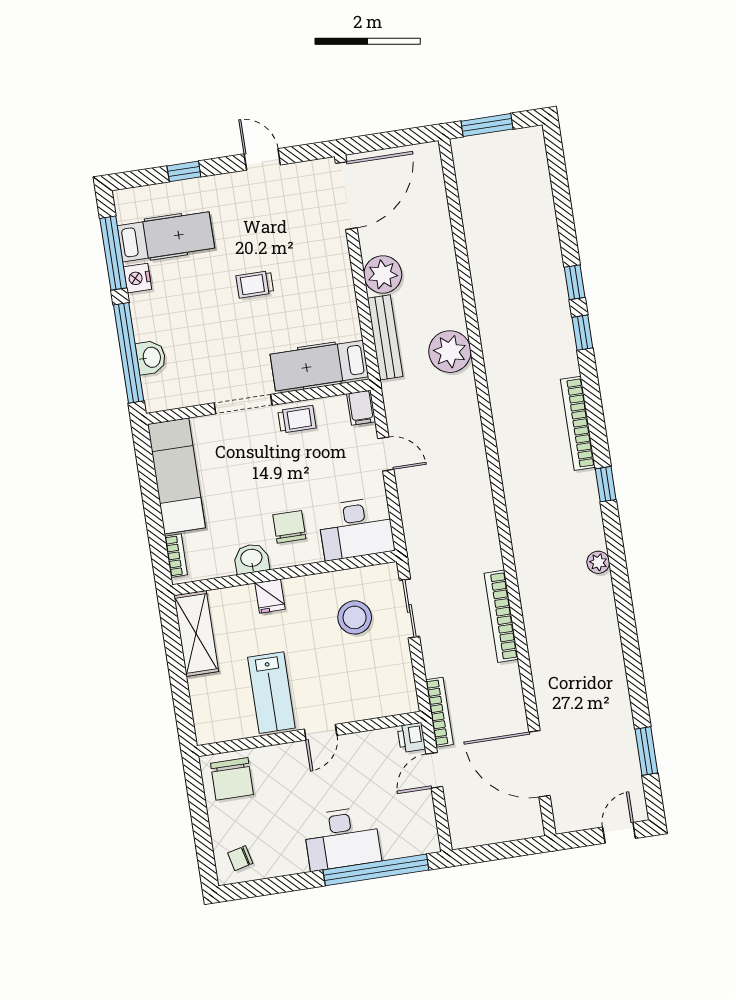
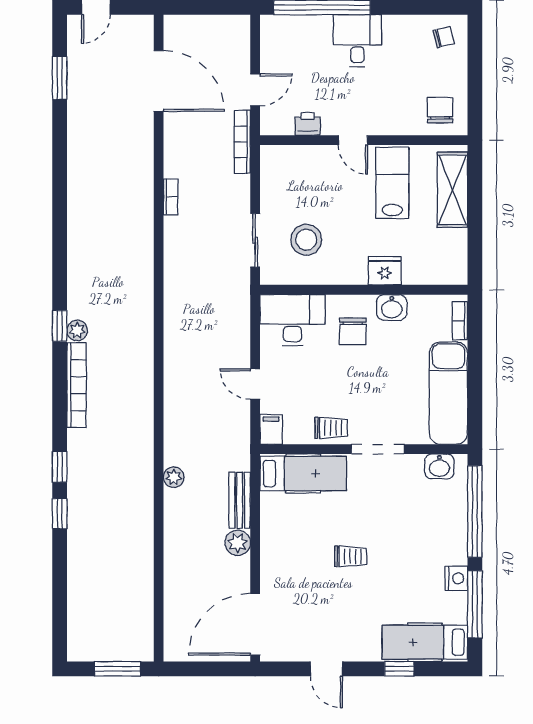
hospital bed: (166, 237) -> (425, 642), moved
plant: (383, 274) -> (238, 543), width x0.73, depth x0.73
bench: (385, 337) -> (240, 500), width x0.73
plant: (450, 352) -> (174, 477), width x0.53, depth x0.53
washbasin: (151, 357) -> (439, 466), moved, turned -90
trolley: (297, 419) -> (331, 428), turned 180
plant: (598, 562) -> (77, 330), moved
fridge: (270, 596) -> (385, 271), width x1.38
bookcase: (501, 616) -> (171, 197), width x0.43, depth x0.76
shelving: (196, 633) -> (452, 190), moved
door: (321, 732) -> (353, 140), swing flipped
printer: (411, 737) -> (307, 124), moved, turned -90
chair: (232, 779) -> (440, 110), width x0.73, depth x0.73
desk: (342, 838) -> (357, 41), width x0.73

